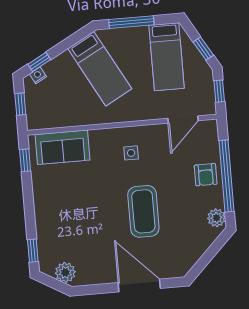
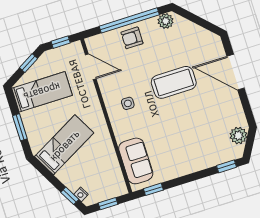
window: (131, 22) -> (20, 127), width x0.69
armchair: (206, 175) -> (132, 38), turned 180
door: (139, 286) -> (236, 72), hinge flipped

